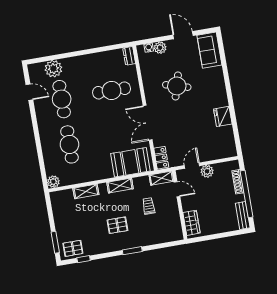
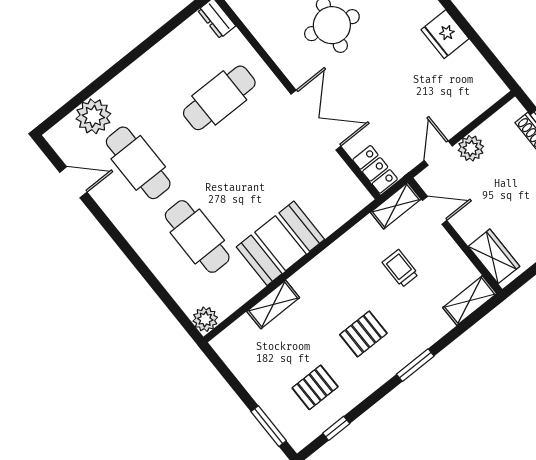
double door: (148, 123) -> (316, 120), swing flipped
booth: (130, 162) -> (280, 243), moved
shelving: (120, 186) -> (470, 301), moved
pallet: (73, 248) -> (315, 387), moved

